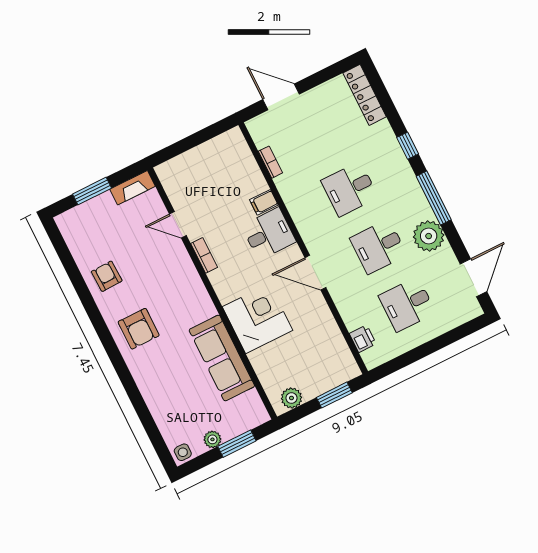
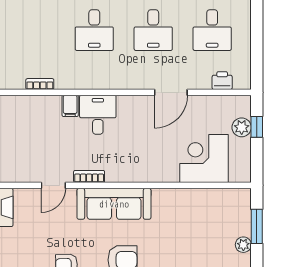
door: (315, 273) -> (171, 92), moved
corner desk: (258, 319) -> (204, 158), moved
sofa: (222, 358) -> (114, 204), moved
window: (334, 395) -> (257, 127), width x0.67
plant: (291, 398) -> (242, 127), moved

